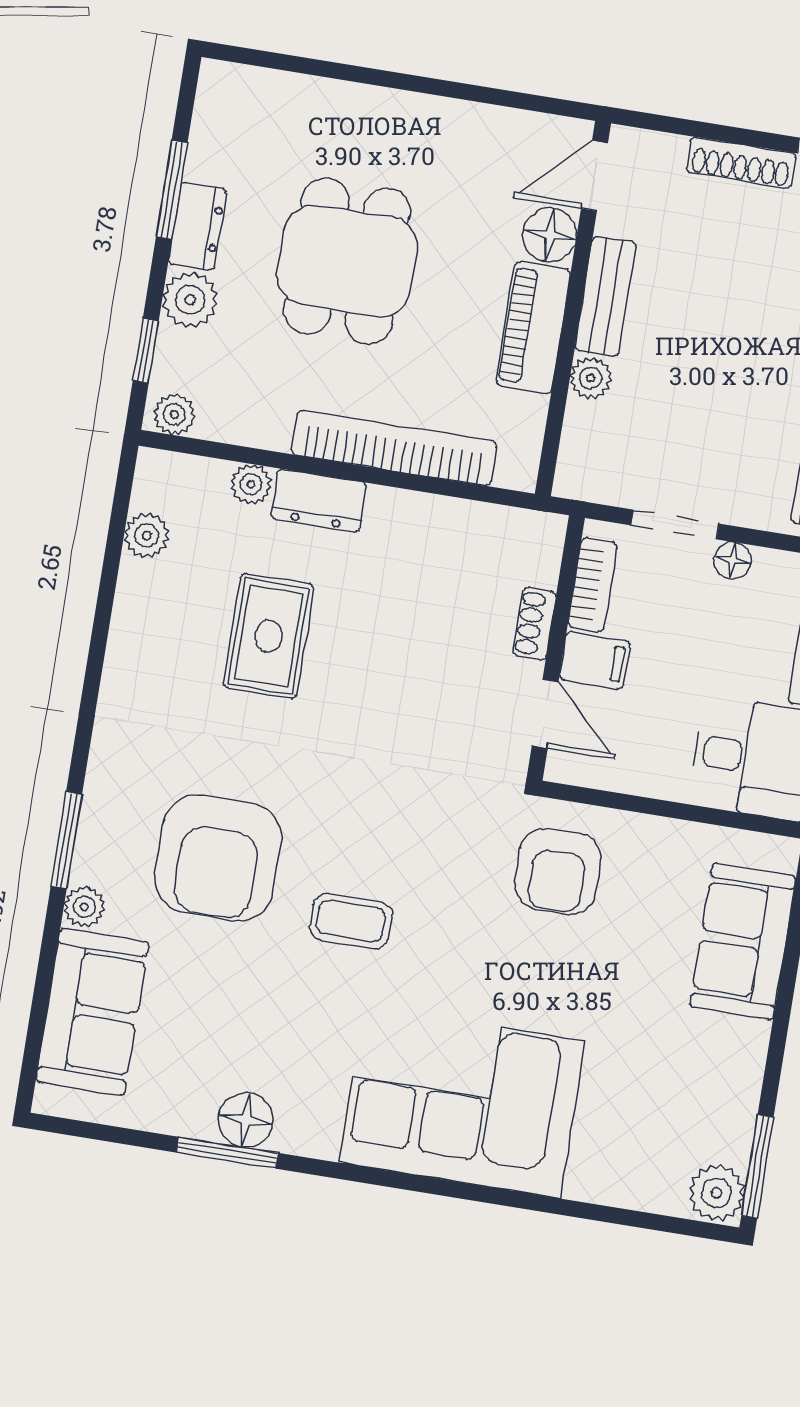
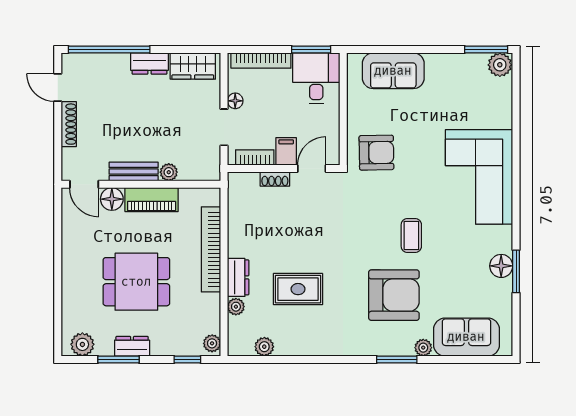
plant: (190, 300) -> (82, 344), moved

